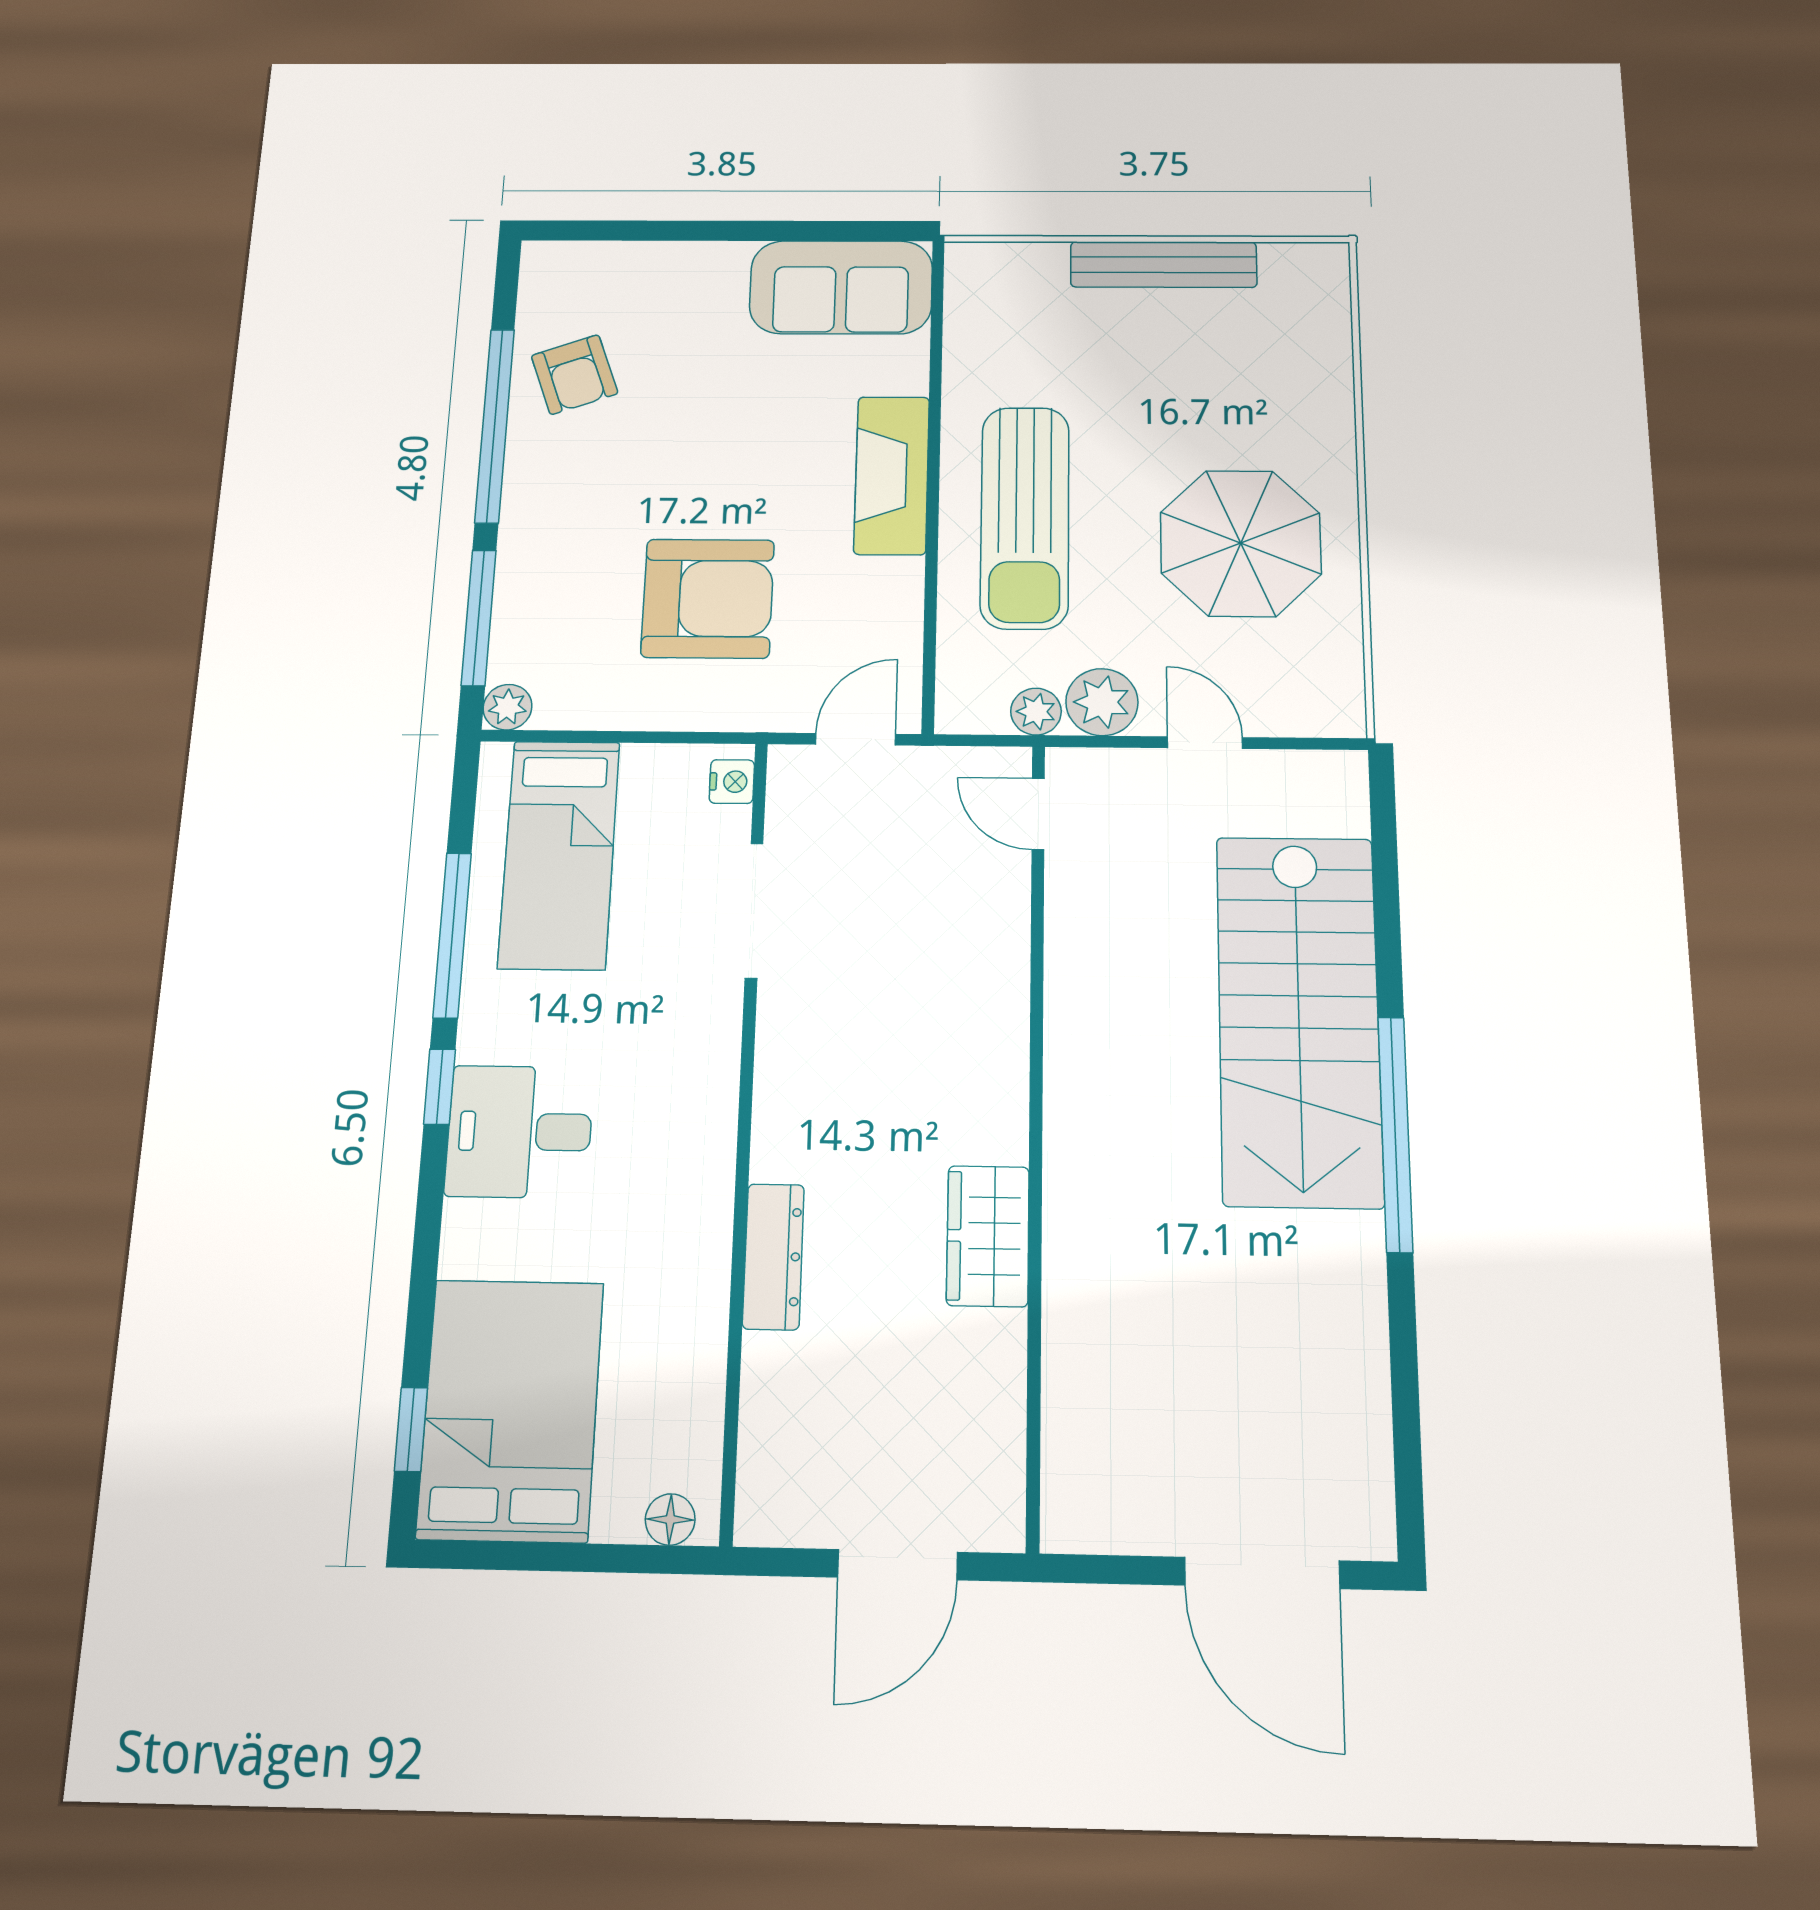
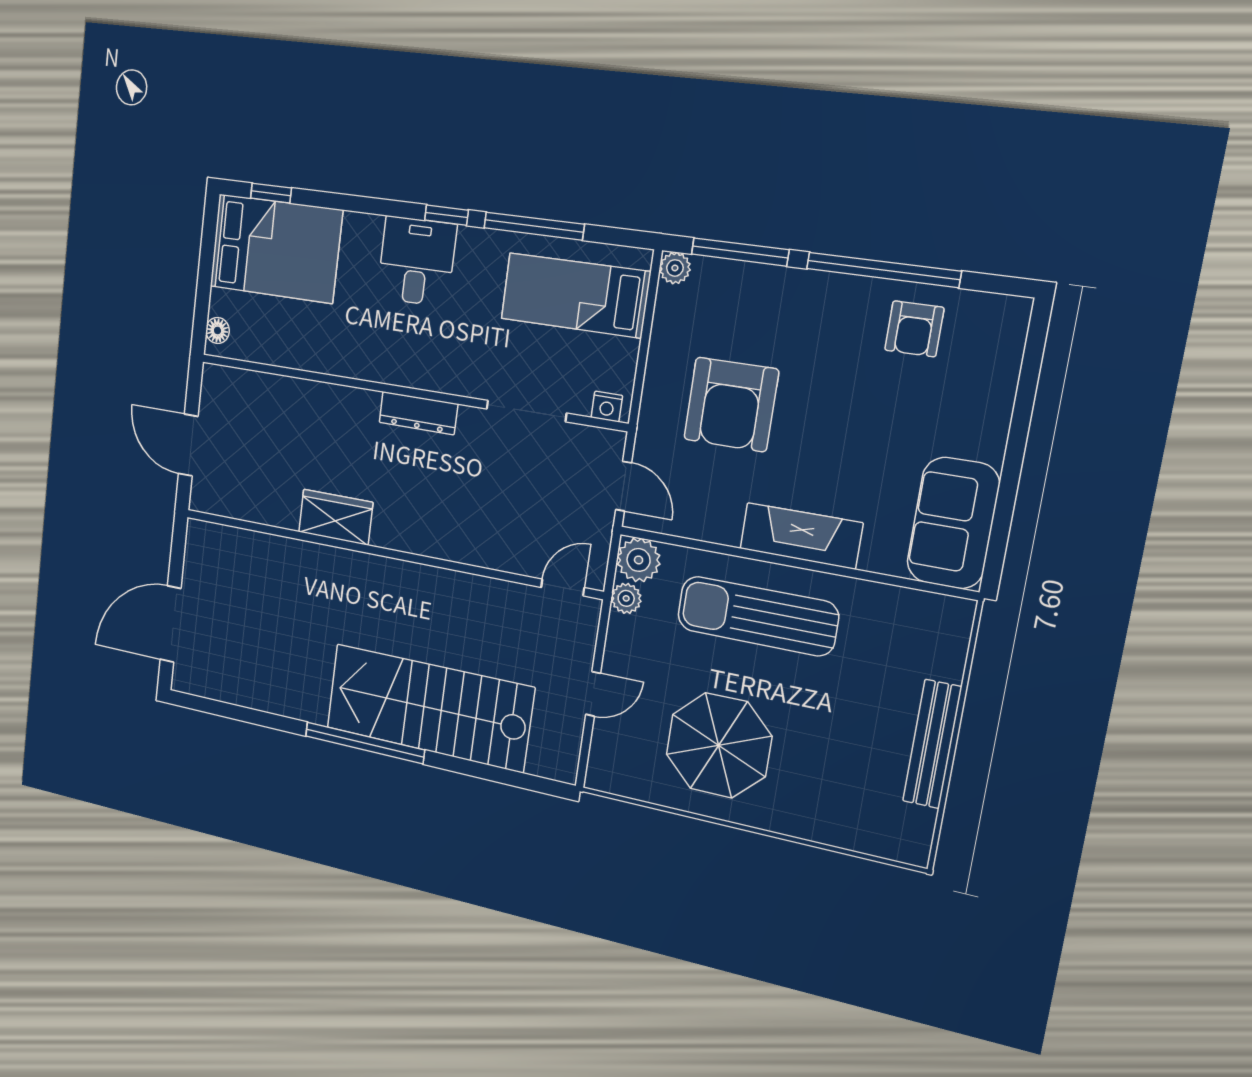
armchair: (575, 375) -> (914, 329), turned -70
plant: (1102, 702) -> (639, 560), moved
dresser: (773, 1256) -> (418, 413), moved

